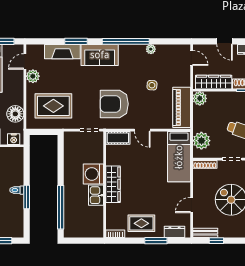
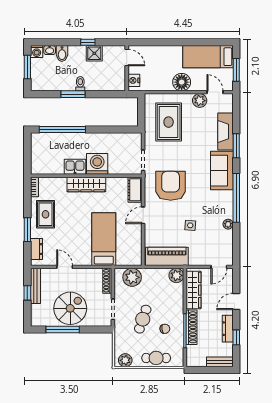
floor lamp: (15, 114) -> (182, 82), moved
bed: (179, 157) -> (104, 239), moved, turned 90
bench: (205, 233) -> (36, 286), width x1.36

